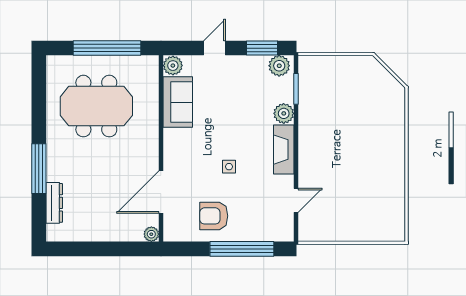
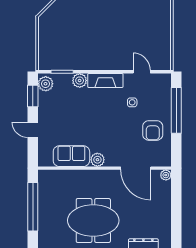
plant: (173, 66) -> (97, 160), moved
meeting table: (96, 106) -> (93, 220), moved, turned 90
side table: (229, 167) -> (132, 102), moved

